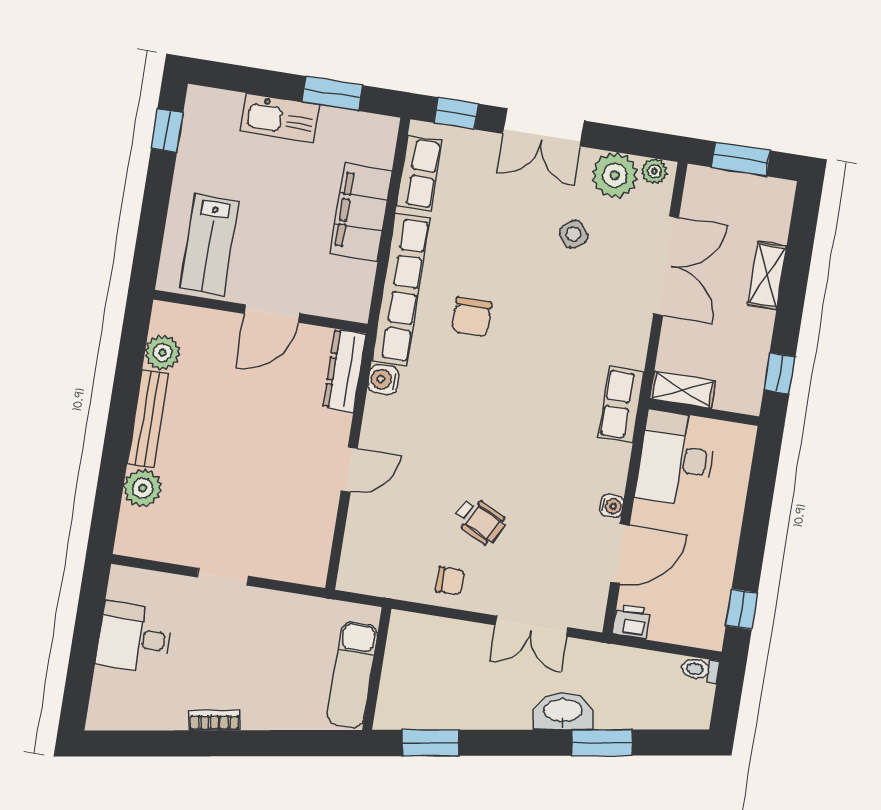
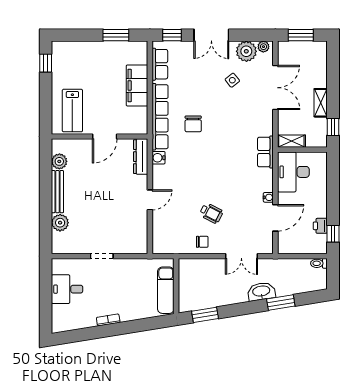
kitchen sink: (280, 118) -> (94, 50), removed
shelving: (767, 276) -> (321, 103), moved
printer: (631, 622) -> (320, 226), moved, turned -90

